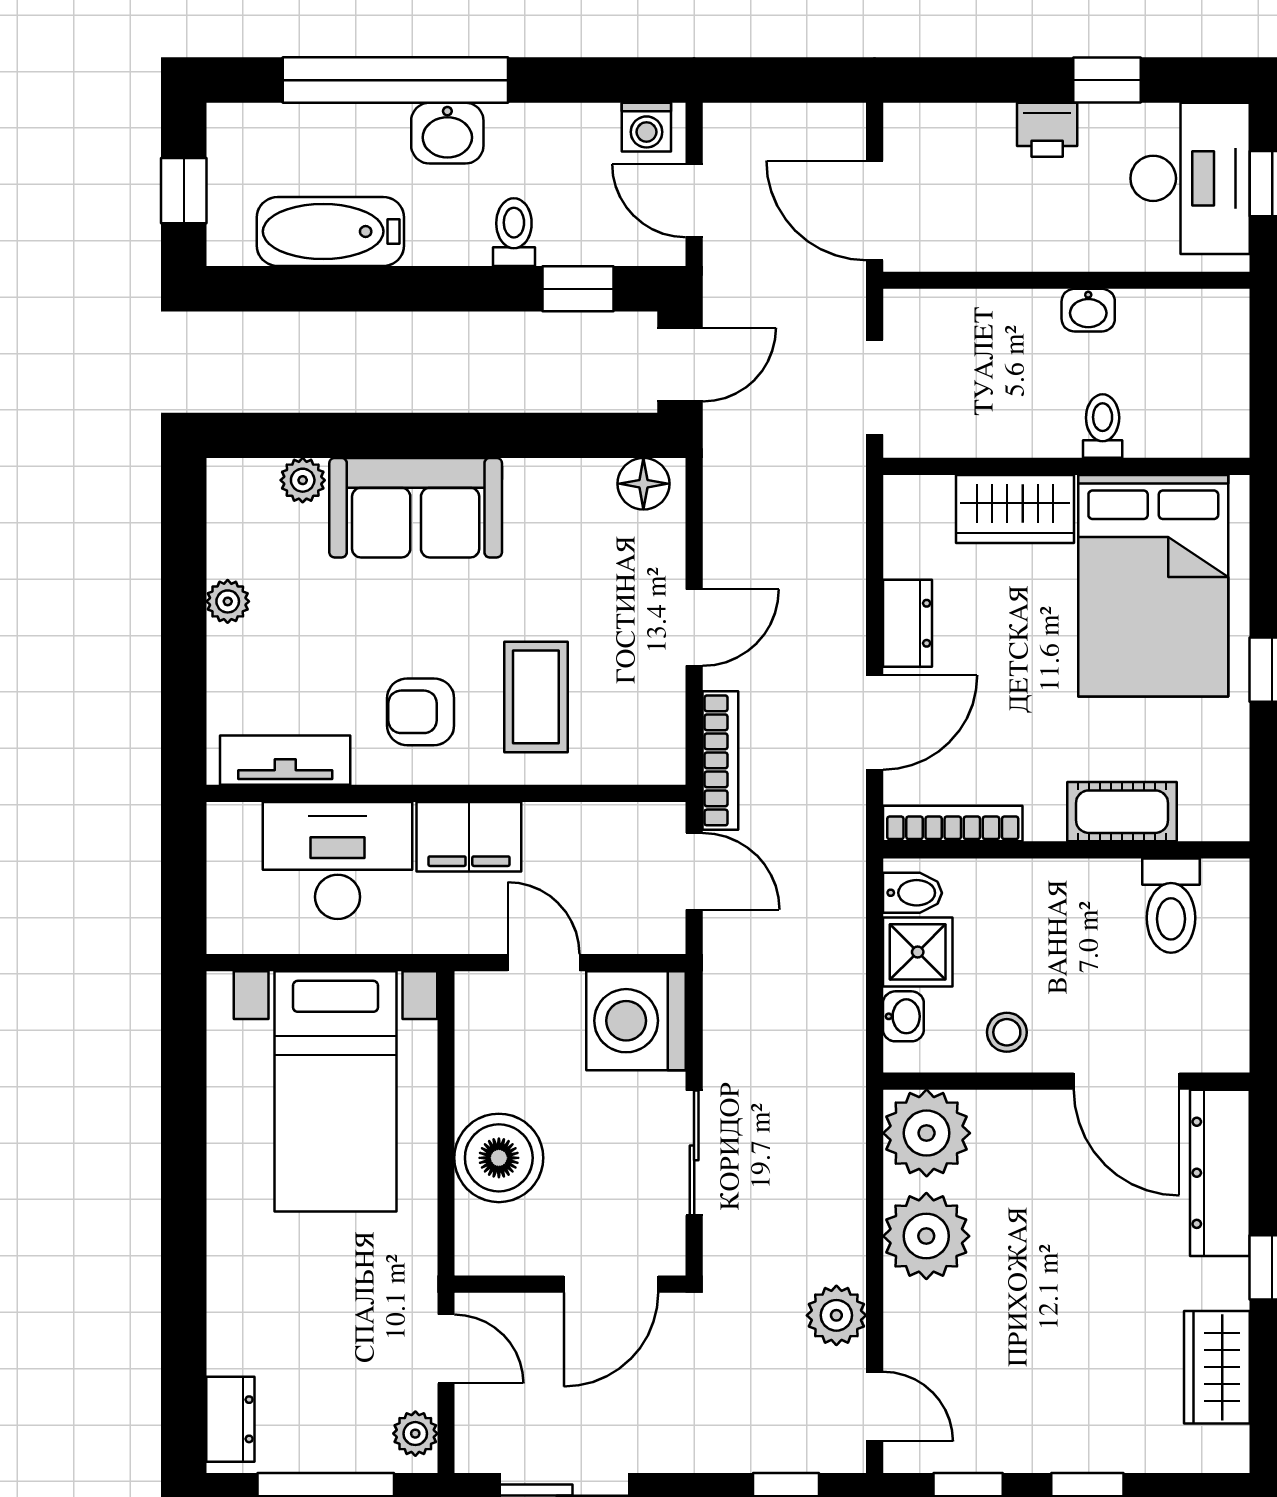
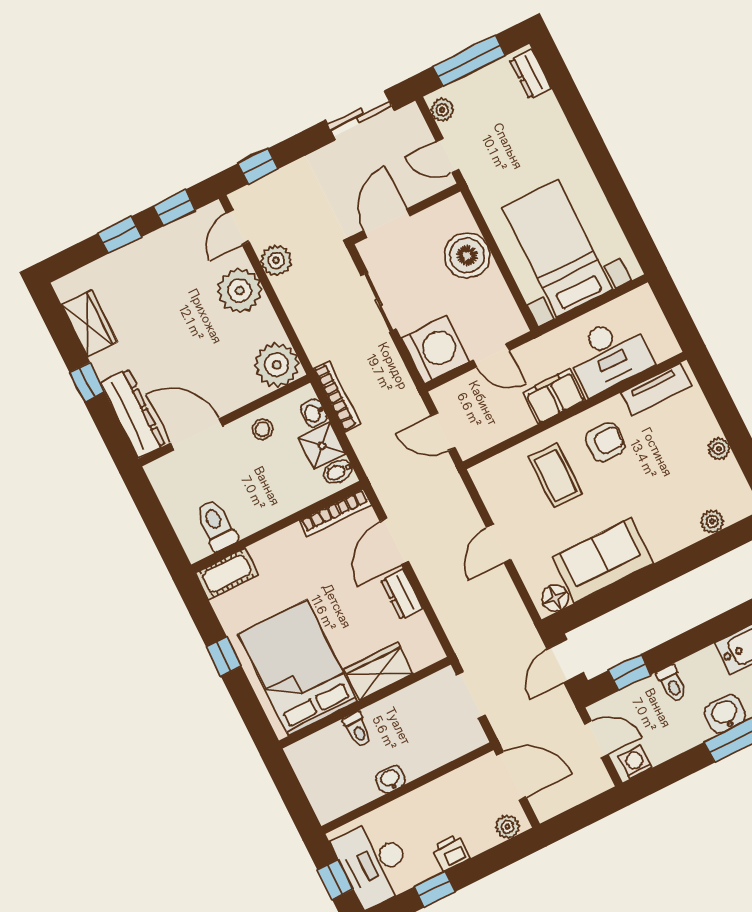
plant: (925, 126) -> (508, 827), added
sofa: (416, 508) -> (603, 560), moved
bookcase: (720, 760) -> (337, 396), moved, turned 180
cot: (1122, 812) -> (227, 574), moved
plant: (926, 1236) -> (240, 291), moved
door: (875, 1406) -> (238, 227), hinge flipped

